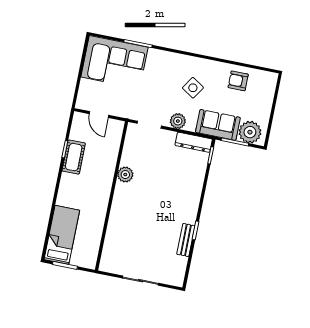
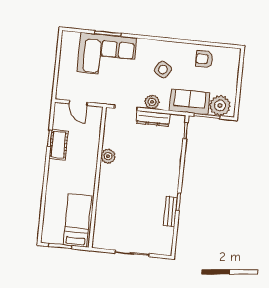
corner sofa: (114, 62) -> (107, 55), moved
dresser: (194, 142) -> (153, 118), moved
bed: (62, 235) -> (77, 220), moved

